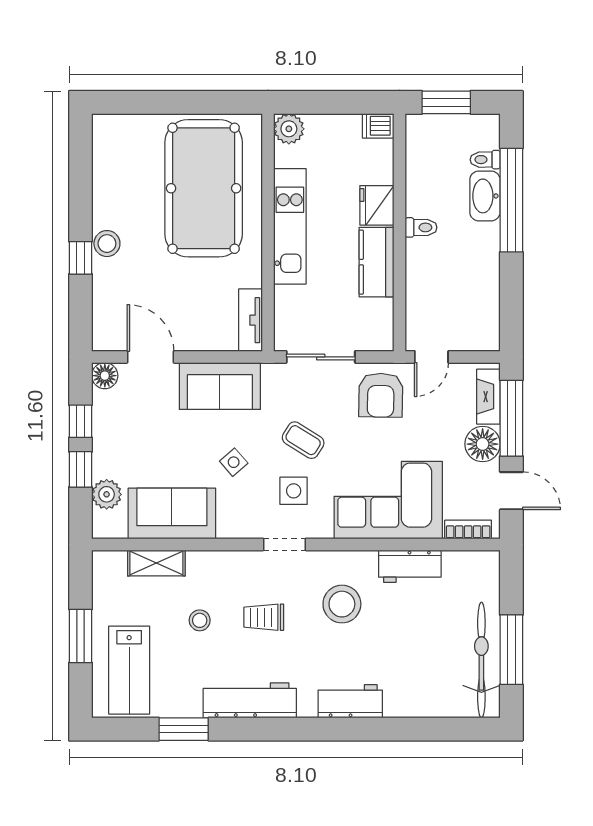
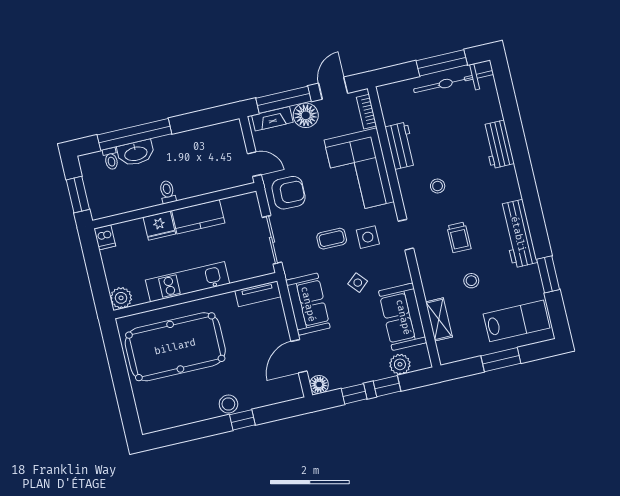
coffee table: (303, 440) -> (332, 239), turned 58
stool: (342, 604) -> (438, 186), width x0.53, depth x0.53
workbench: (350, 701) -> (498, 144), moved

